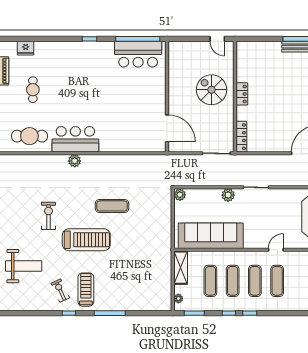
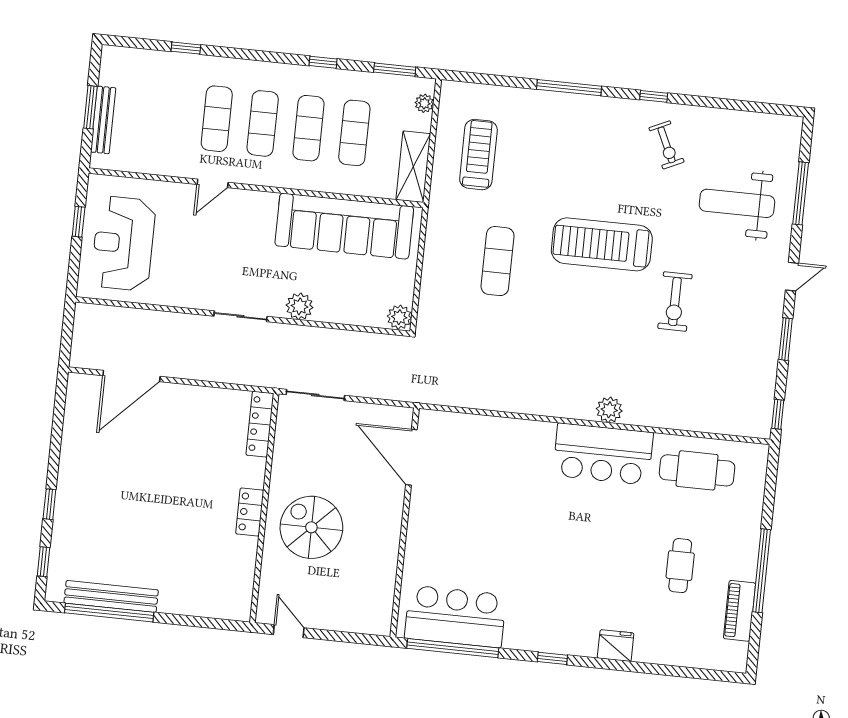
fridge: (26, 48) -> (616, 646), moved
spiral stairs: (212, 90) -> (311, 527), turned 180
exercise mat: (112, 206) -> (498, 261), moved, turned 90
treadmill: (86, 290) -> (478, 155), moved, turned 180
window: (250, 313) -> (186, 48), moved

